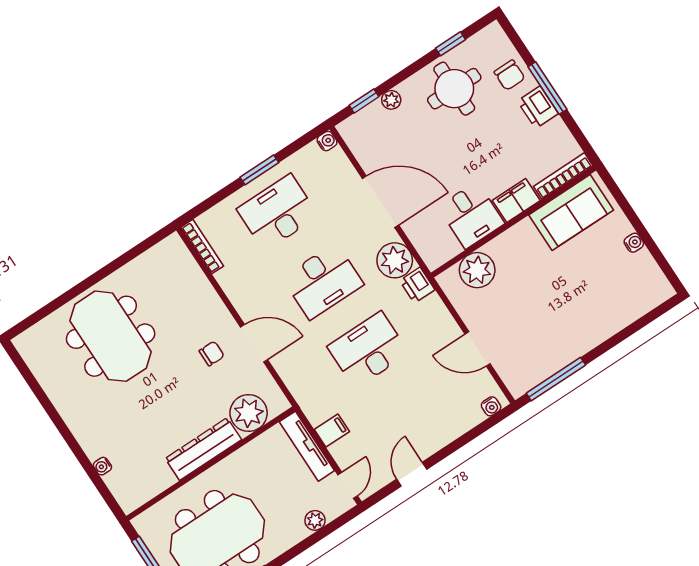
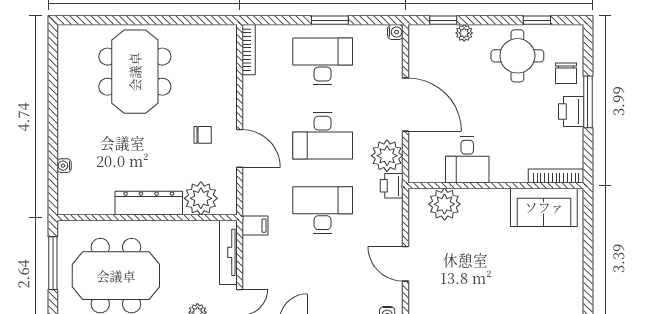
filing cabinet: (516, 200) -> (509, 171), removed
water cooler: (634, 243) -> (576, 261), removed
filing cabinet: (332, 431) -> (255, 226), moved

